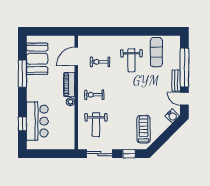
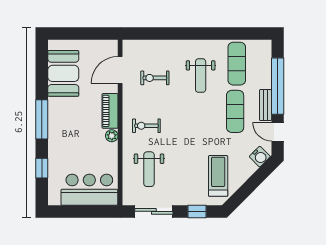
window: (22, 74) -> (42, 119), moved
exercise mat: (155, 85) -> (235, 111), added
bar counter: (37, 121) -> (89, 190), moved, turned -90

